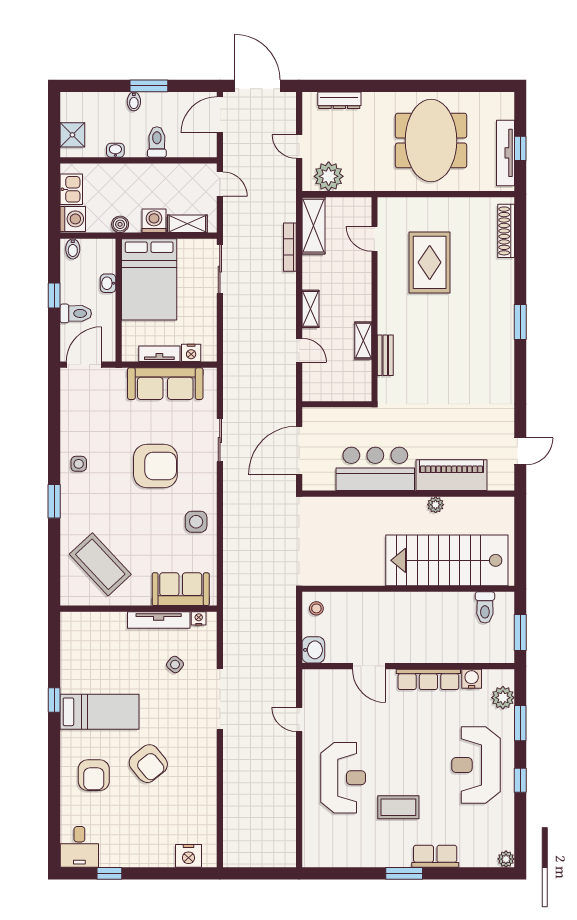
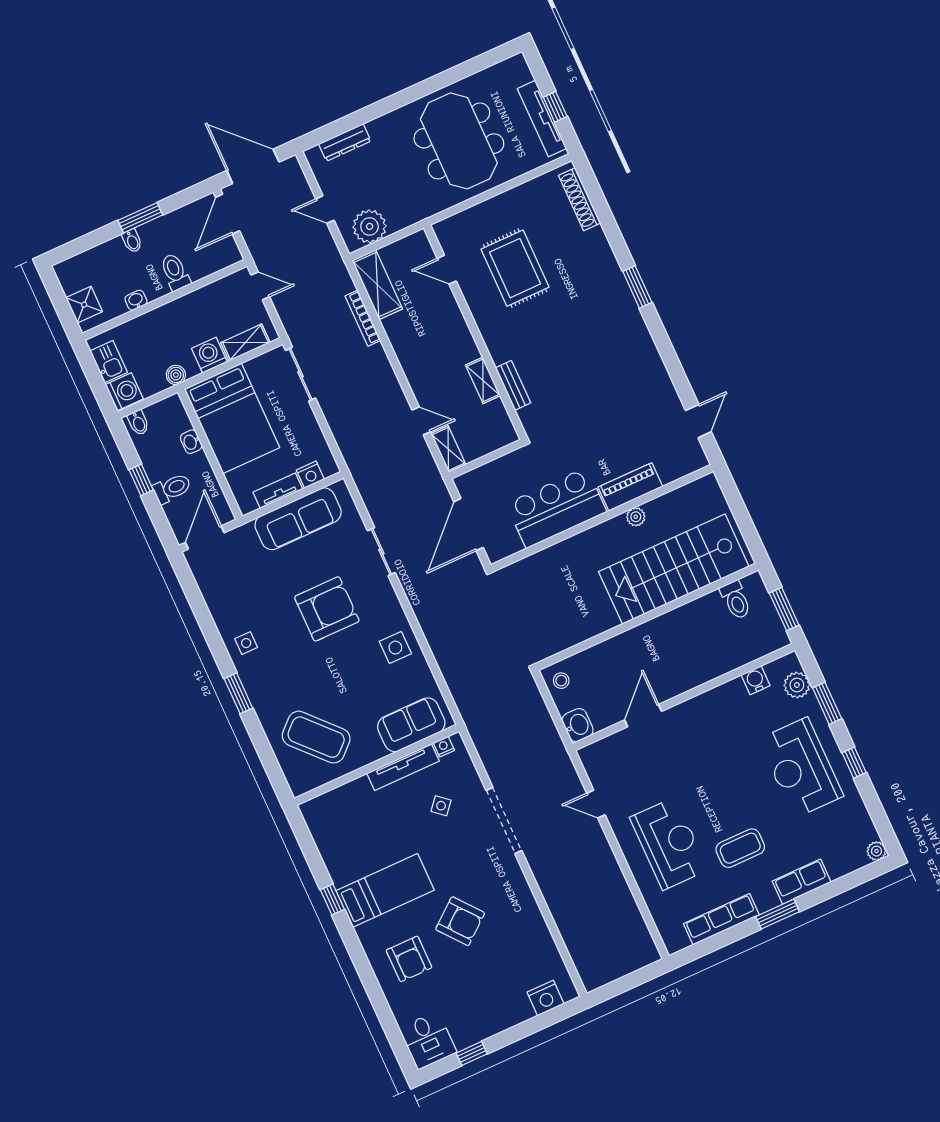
shelving: (311, 309) -> (448, 449), moved
piano: (452, 475) -> (630, 487), width x0.73, depth x0.75
door: (369, 666) -> (643, 716), swing flipped
row of seats: (428, 679) -> (721, 919), moved, turned 180

